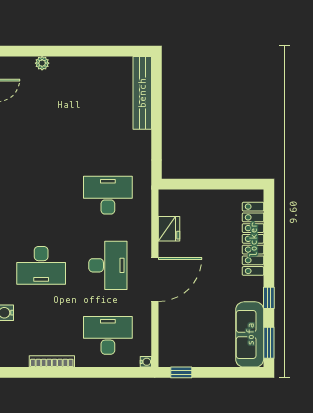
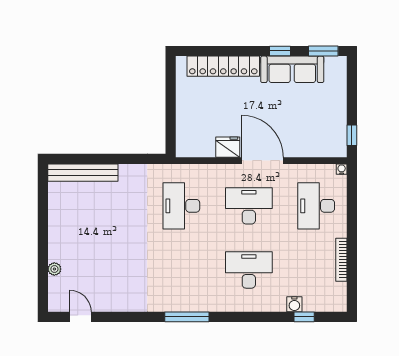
fridge: (169, 229) -> (228, 147), moved
desk: (41, 265) -> (249, 270), turned -90
sofa: (250, 334) -> (292, 69), moved

